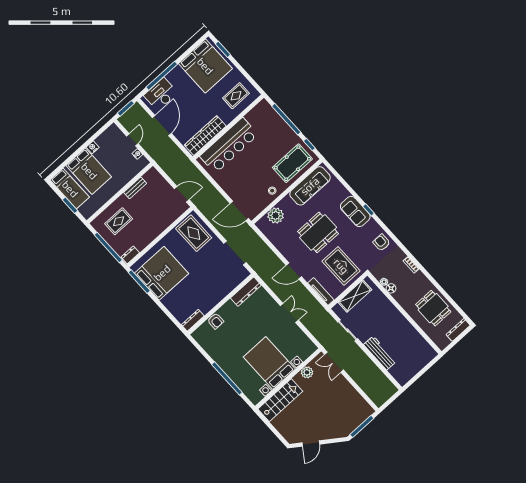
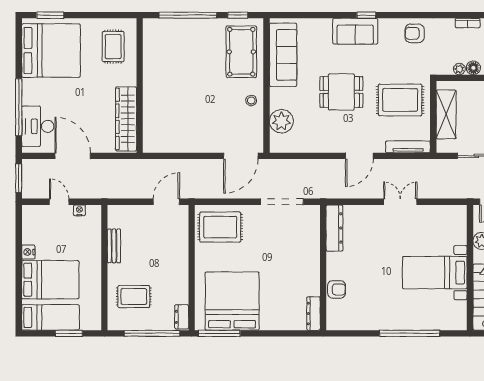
bar counter: (229, 145) -> (160, 103), removed
rug: (119, 221) -> (134, 297), turned 90
dining table: (318, 232) -> (341, 92), width x0.73
bed with nightstands: (269, 363) -> (435, 273), width x0.73

